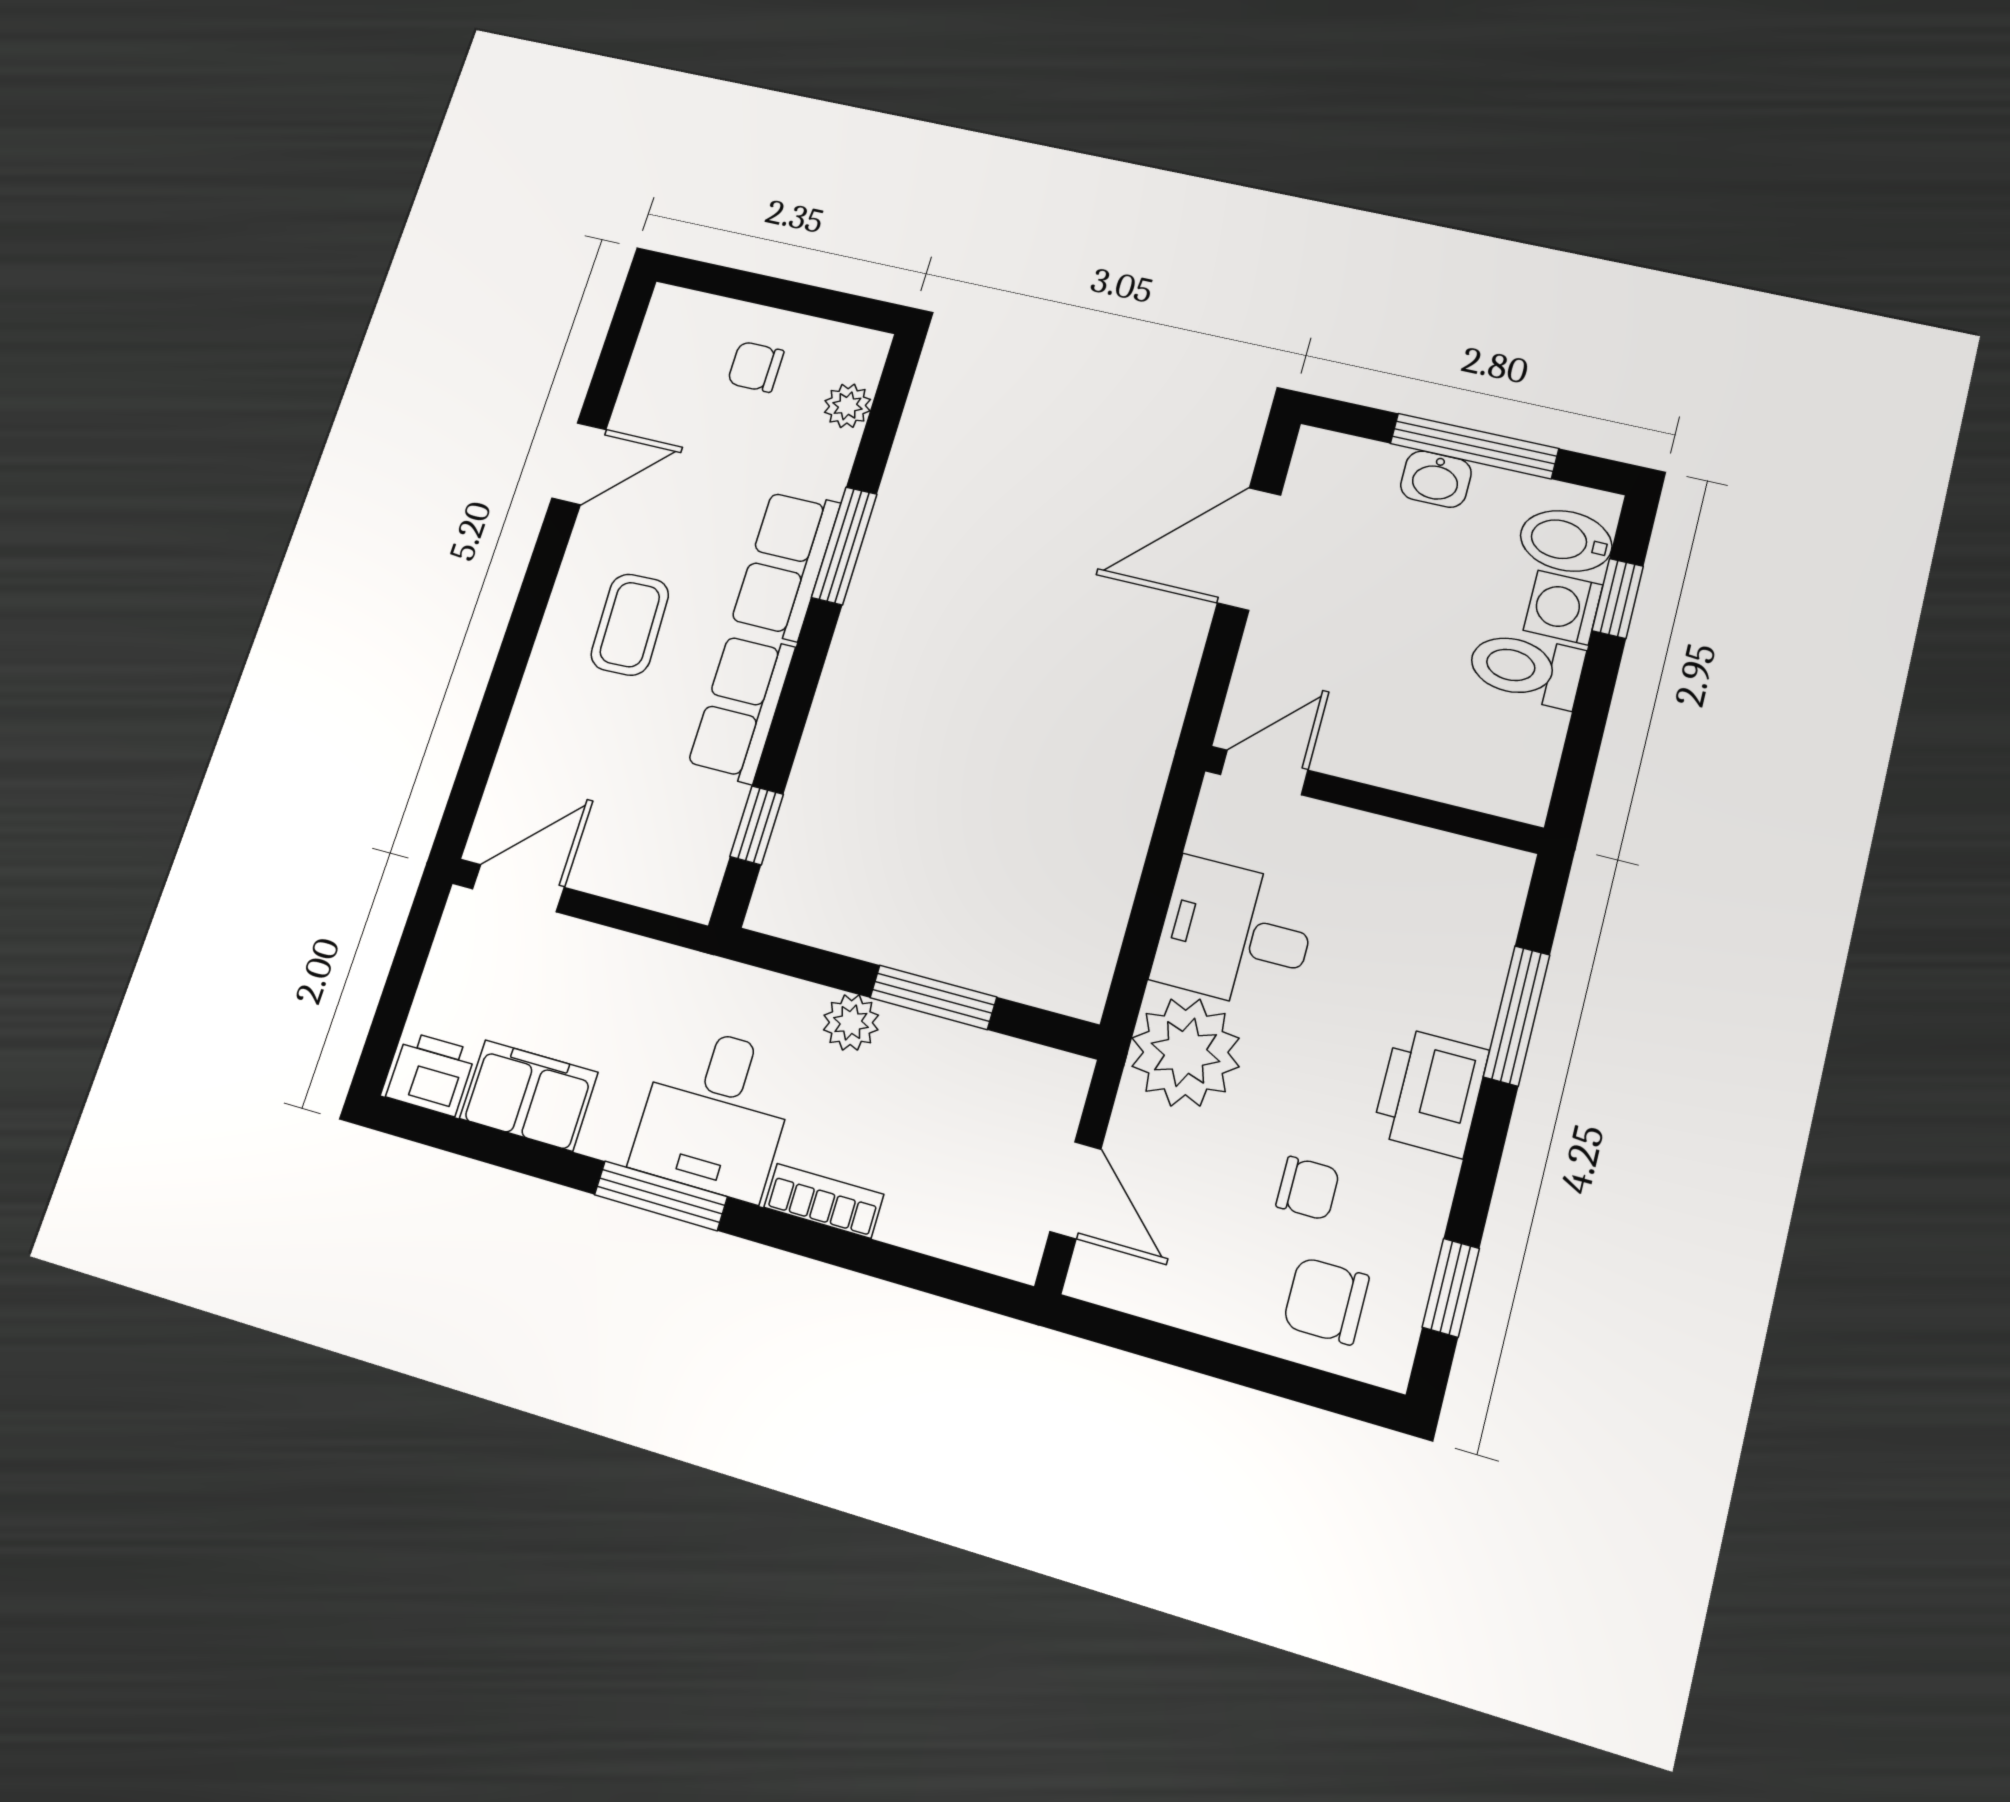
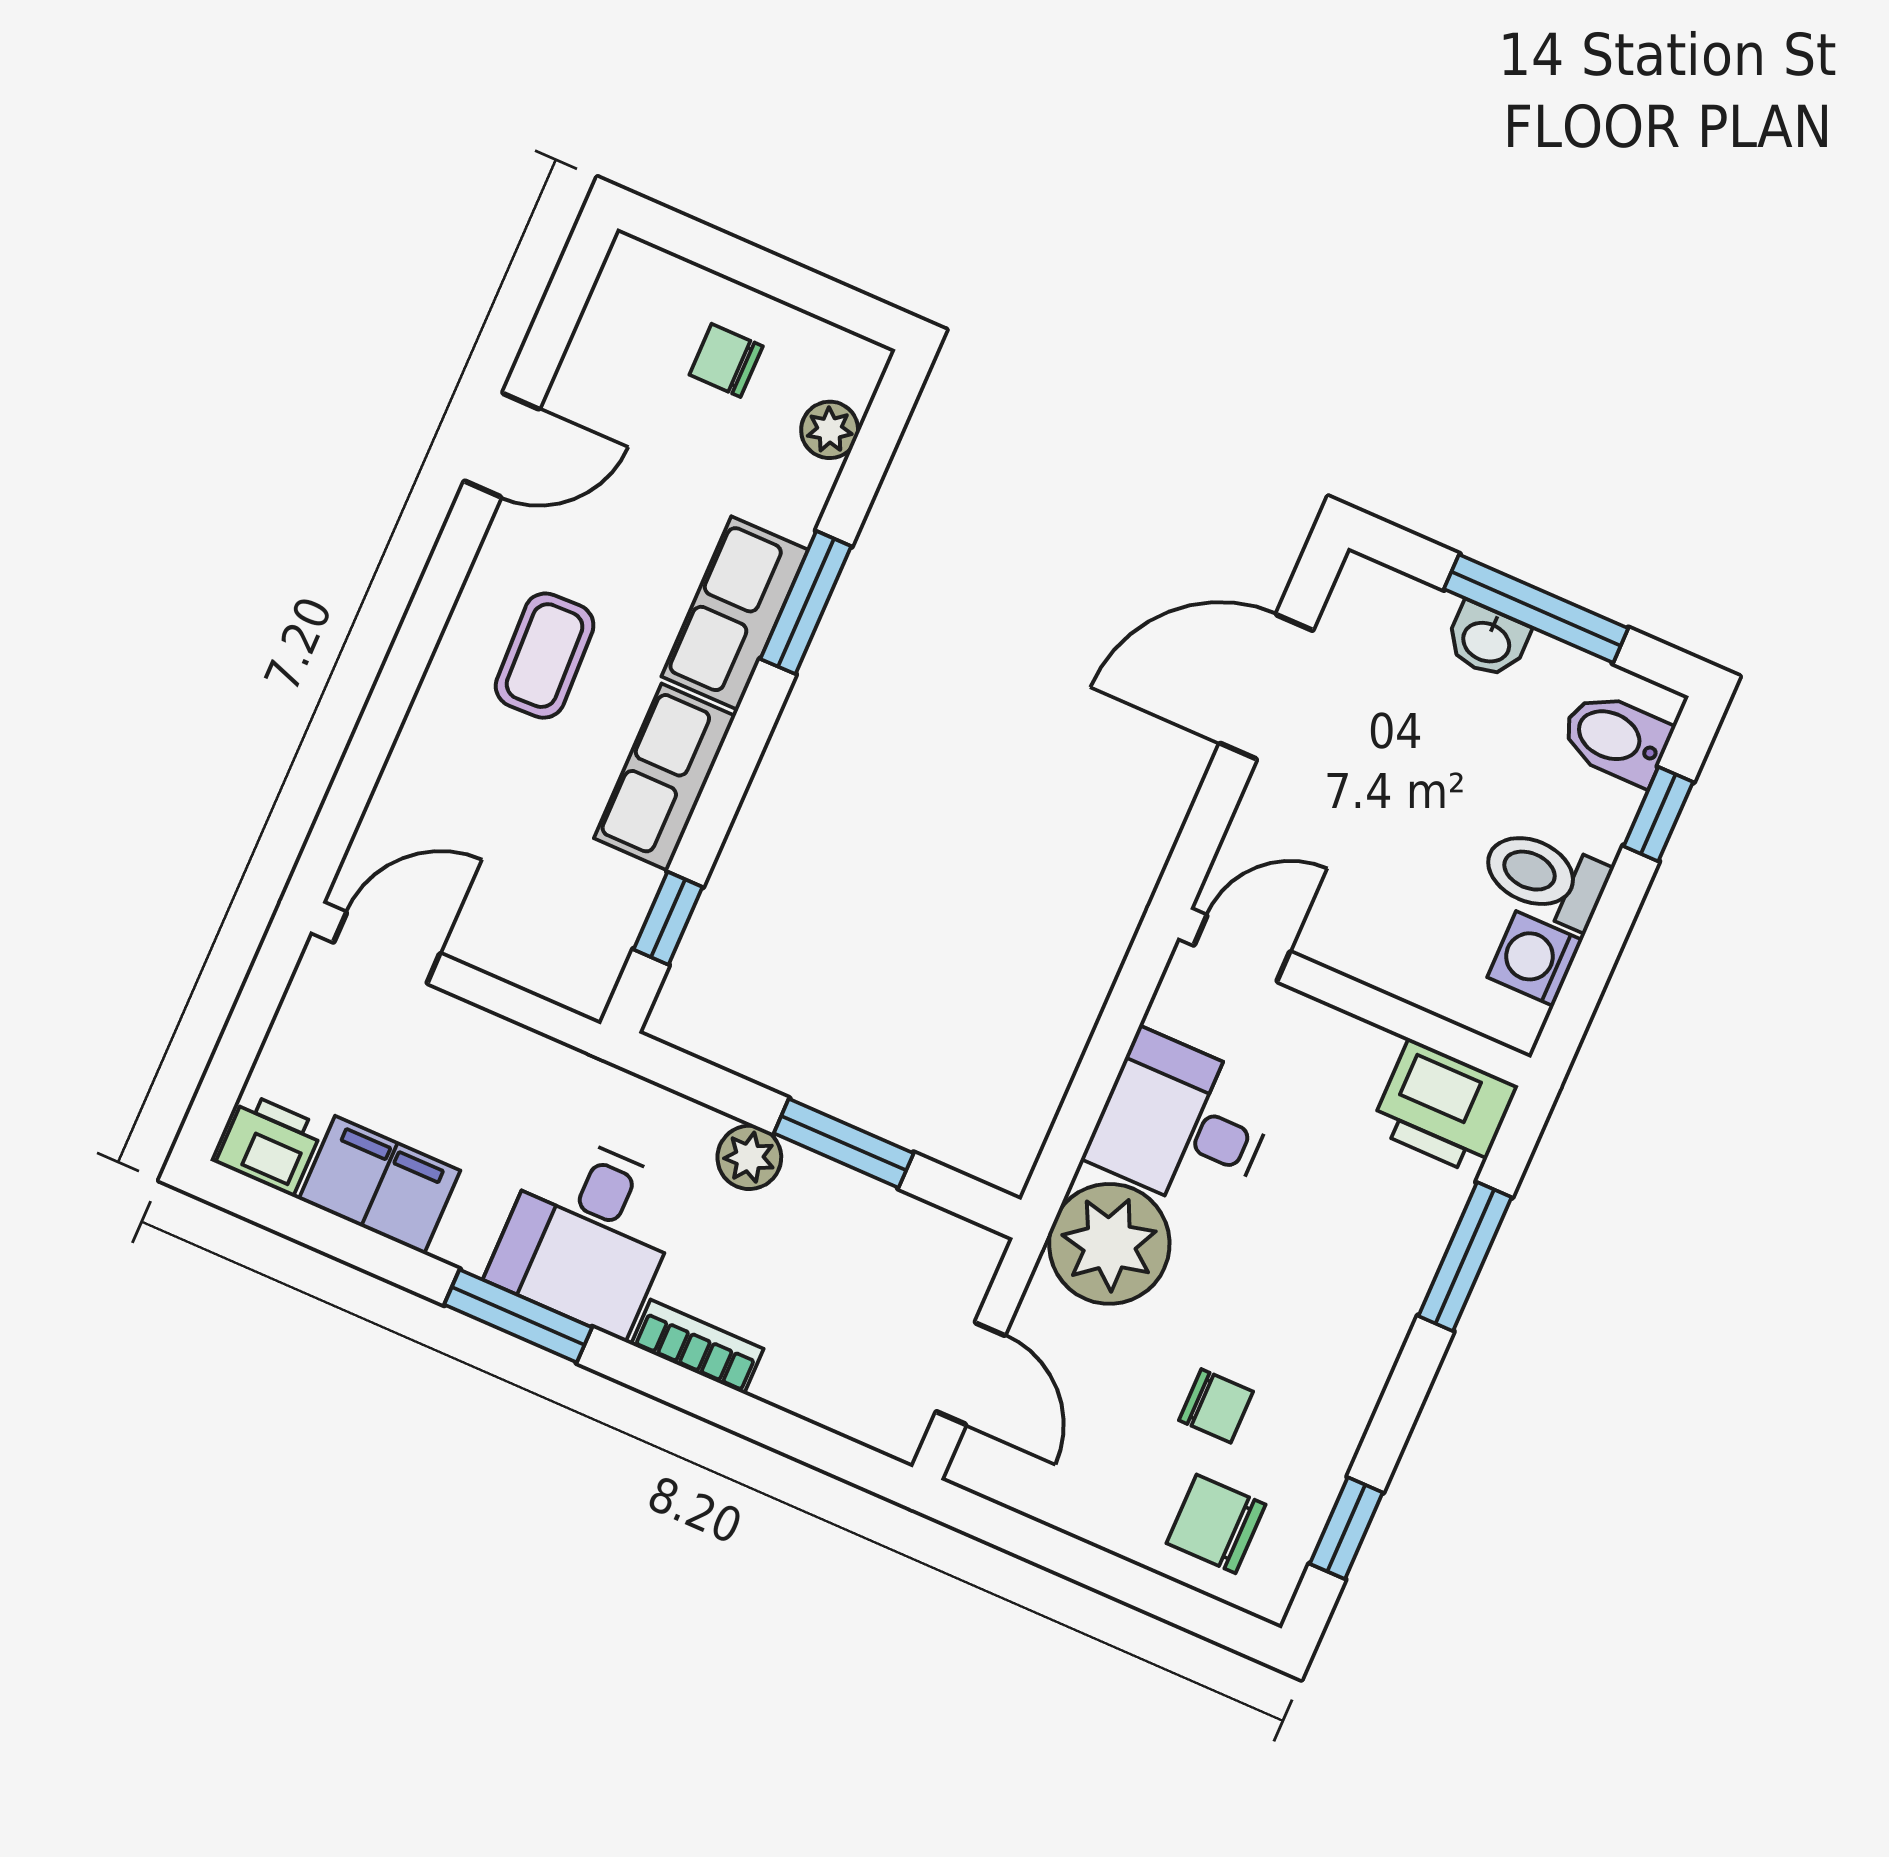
washing machine: (1563, 608) -> (1535, 959), moved
printer: (1430, 1092) -> (1444, 1107), moved, turned -90

